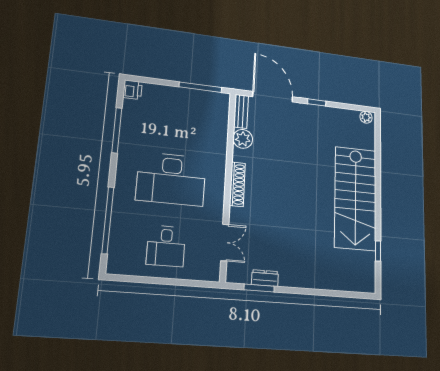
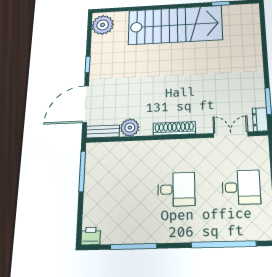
plant: (366, 117) -> (103, 25), width x1.88, depth x1.88
desk: (171, 179) -> (176, 189), width x0.53, depth x0.77
dresser: (265, 278) -> (260, 119), moved

